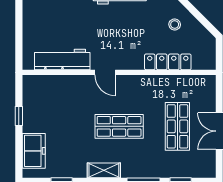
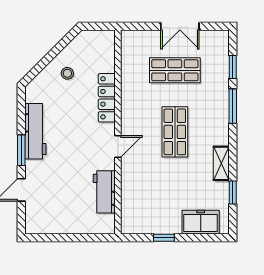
workbench: (62, 59) -> (104, 192), width x0.73
locker: (168, 62) -> (107, 98), moved
shelving: (104, 170) -> (221, 163), moved

